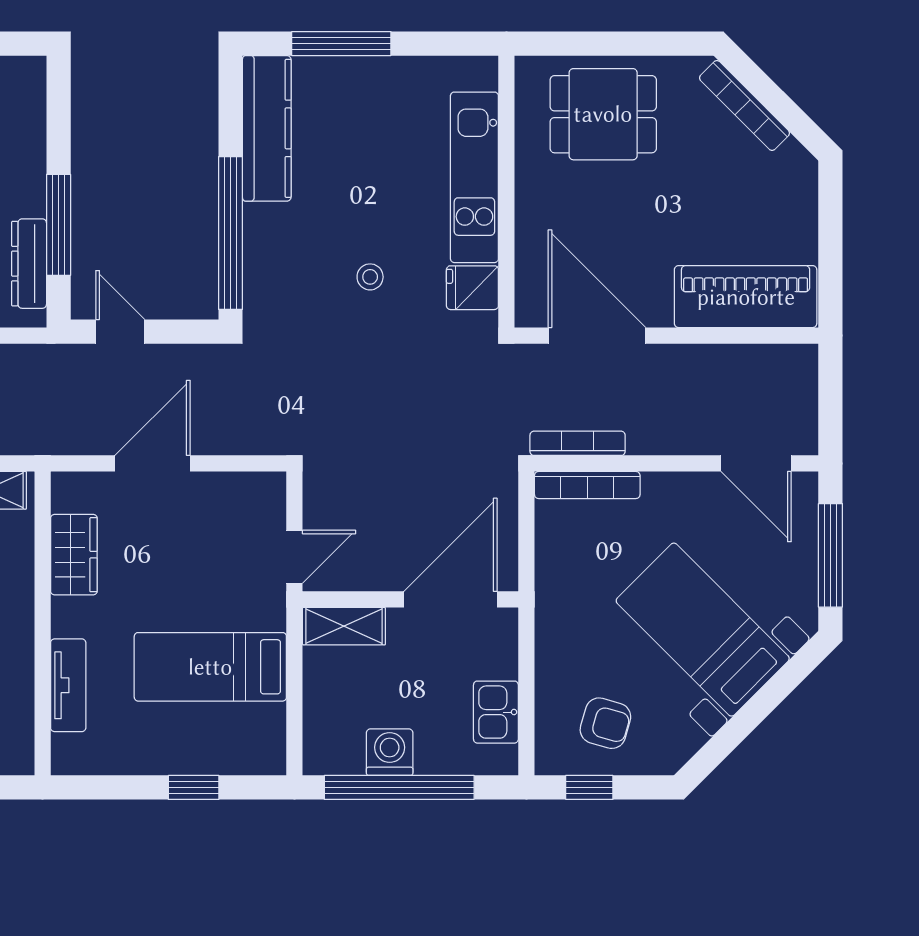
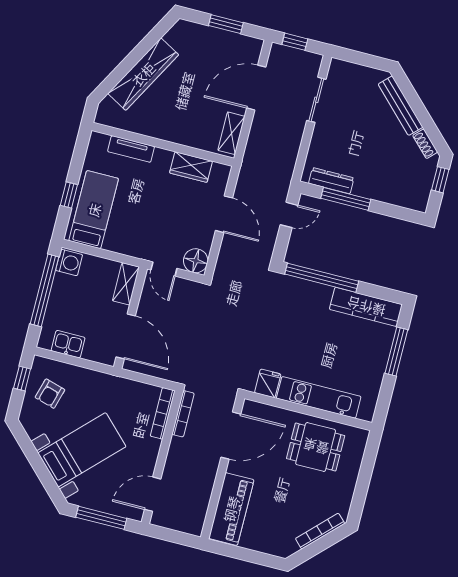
dining table: (603, 114) -> (316, 447), moved, turned 90
stool: (370, 277) -> (285, 337), removed
floor lamp: (261, 497) -> (196, 261), added
bed: (210, 667) -> (94, 210), moved
washing machine: (390, 752) -> (69, 262), moved

